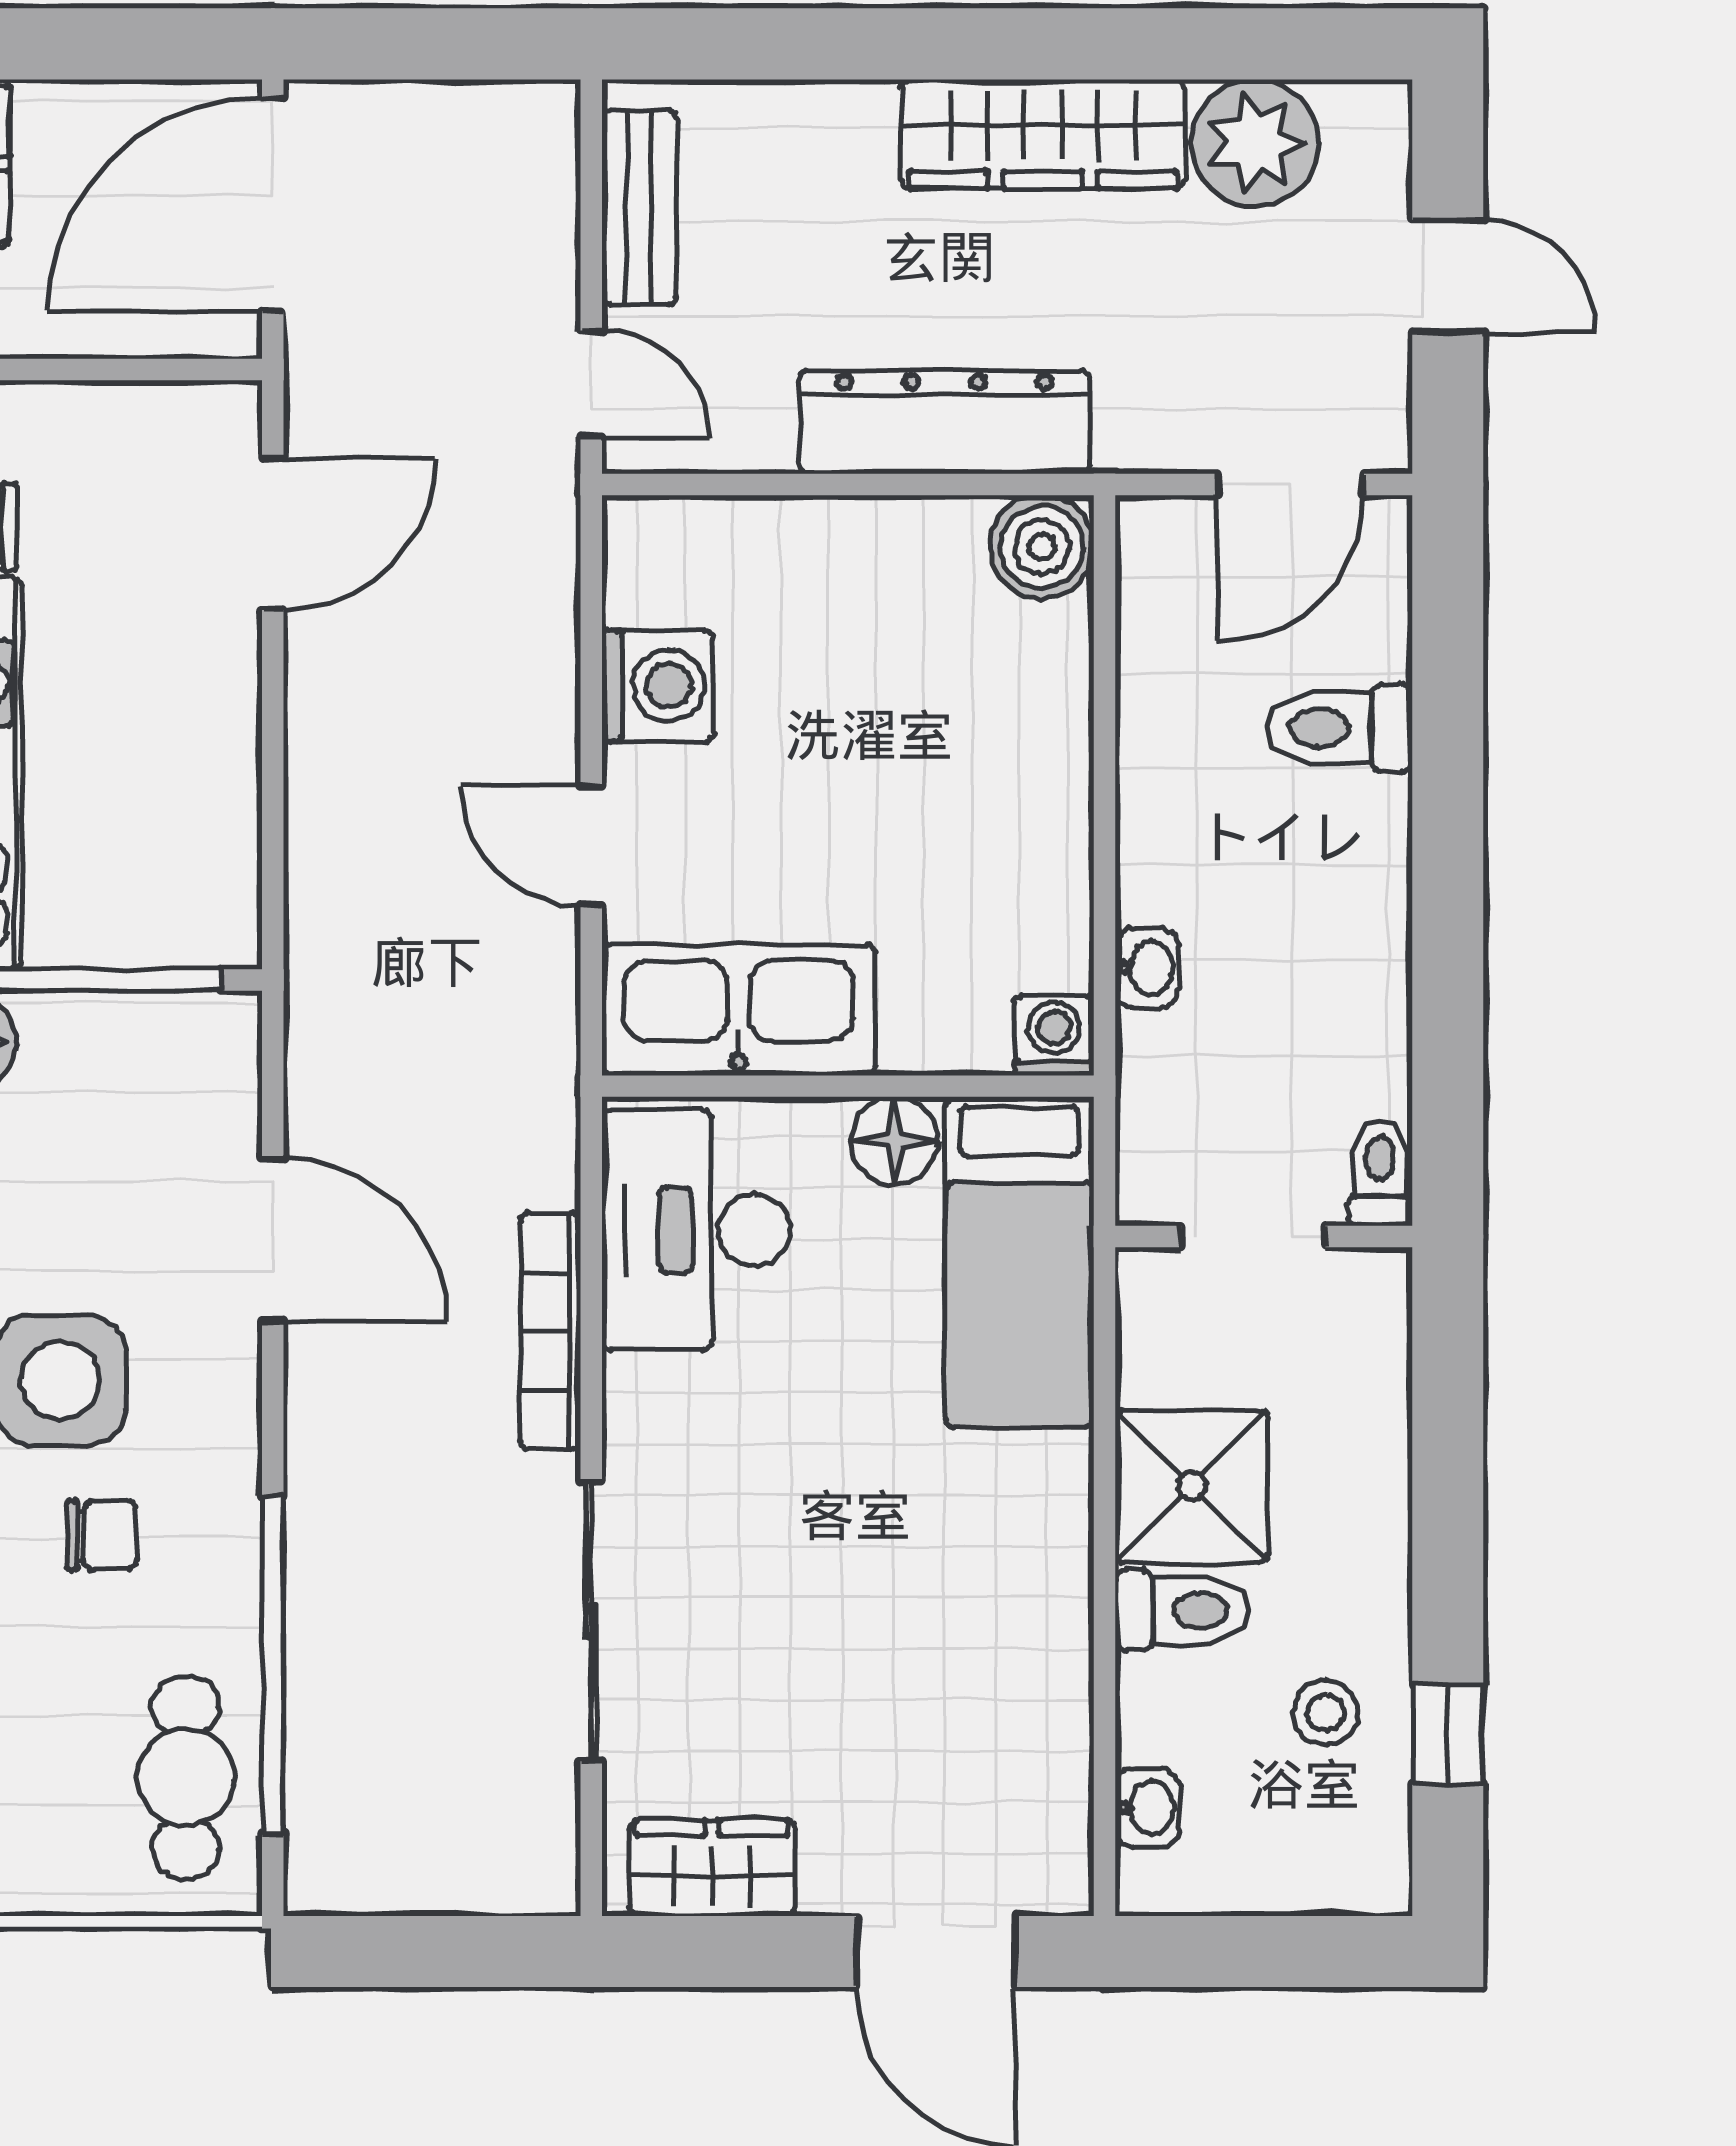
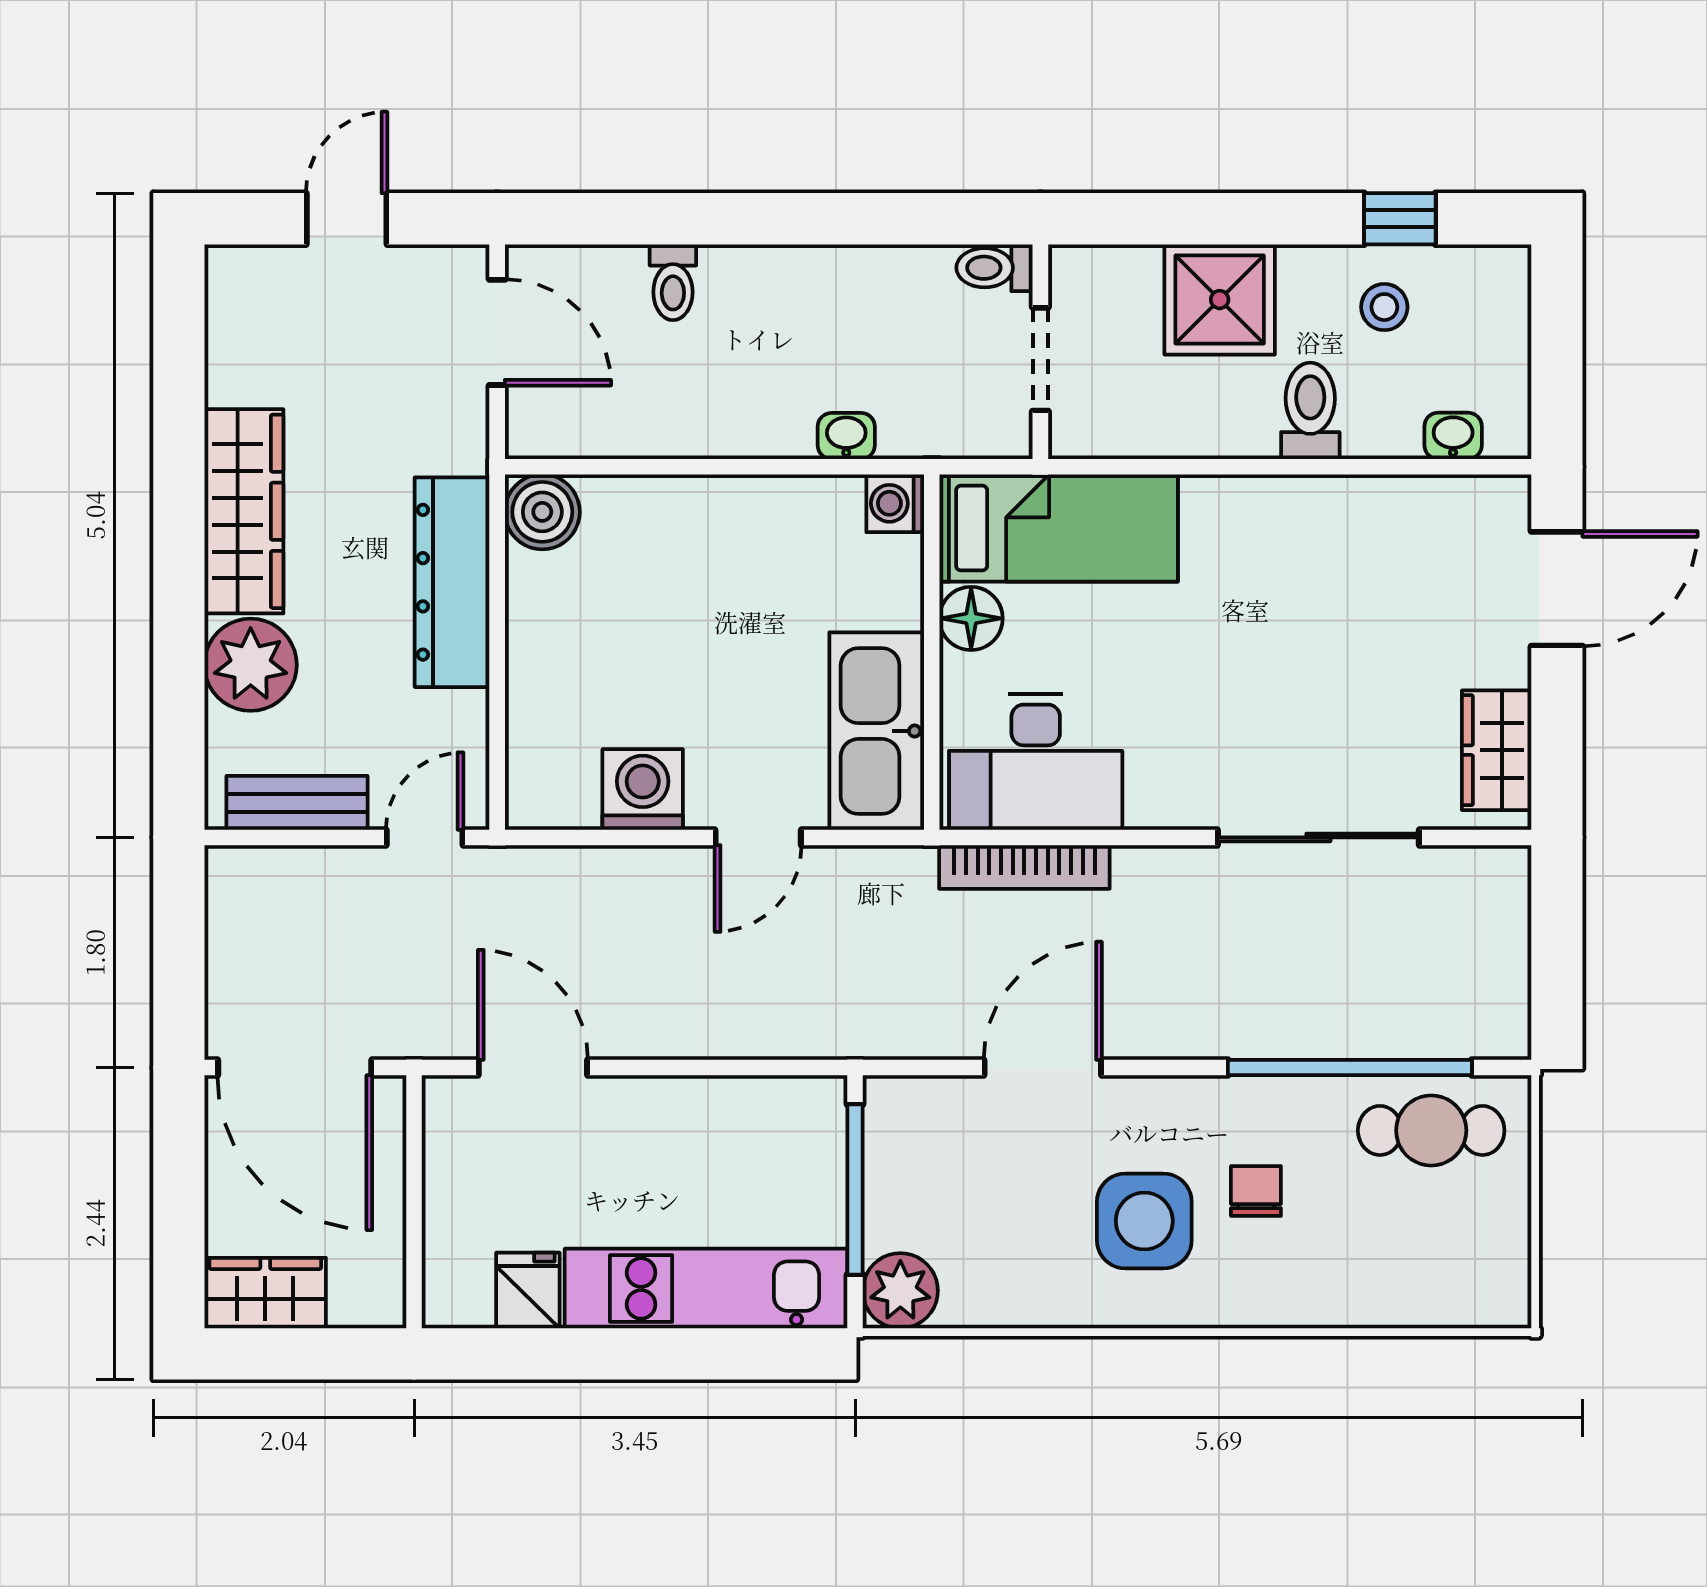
plant: (1255, 143) -> (251, 665), moved
toilet: (1340, 728) -> (673, 282), width x0.73, depth x0.72
bookcase: (550, 1331) -> (1024, 867), moved
shower: (1192, 1486) -> (1220, 300), moved

